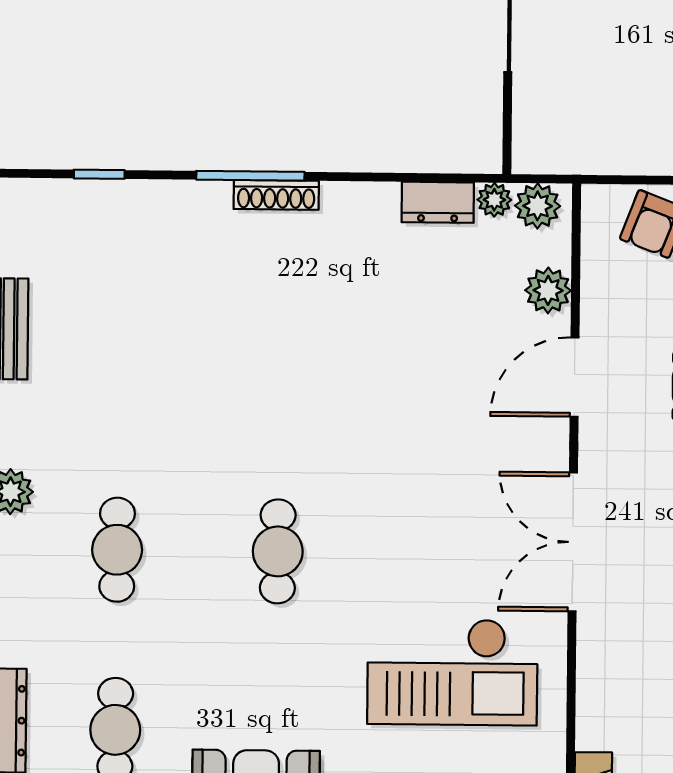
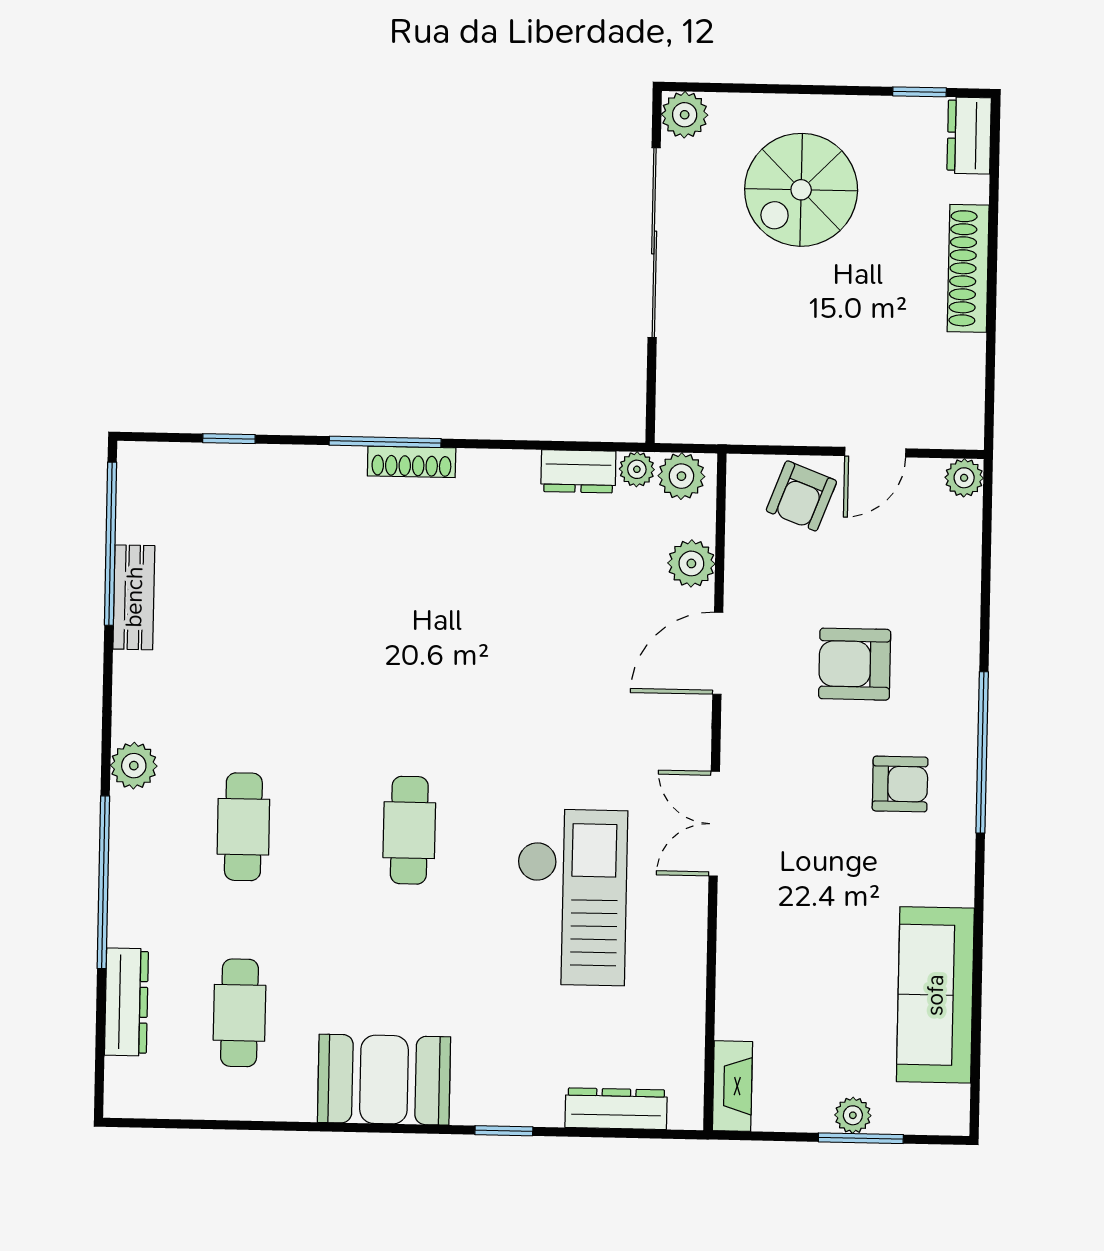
double door: (573, 542) -> (714, 824), width x0.73
checkout: (452, 672) -> (572, 897), moved, turned -90

